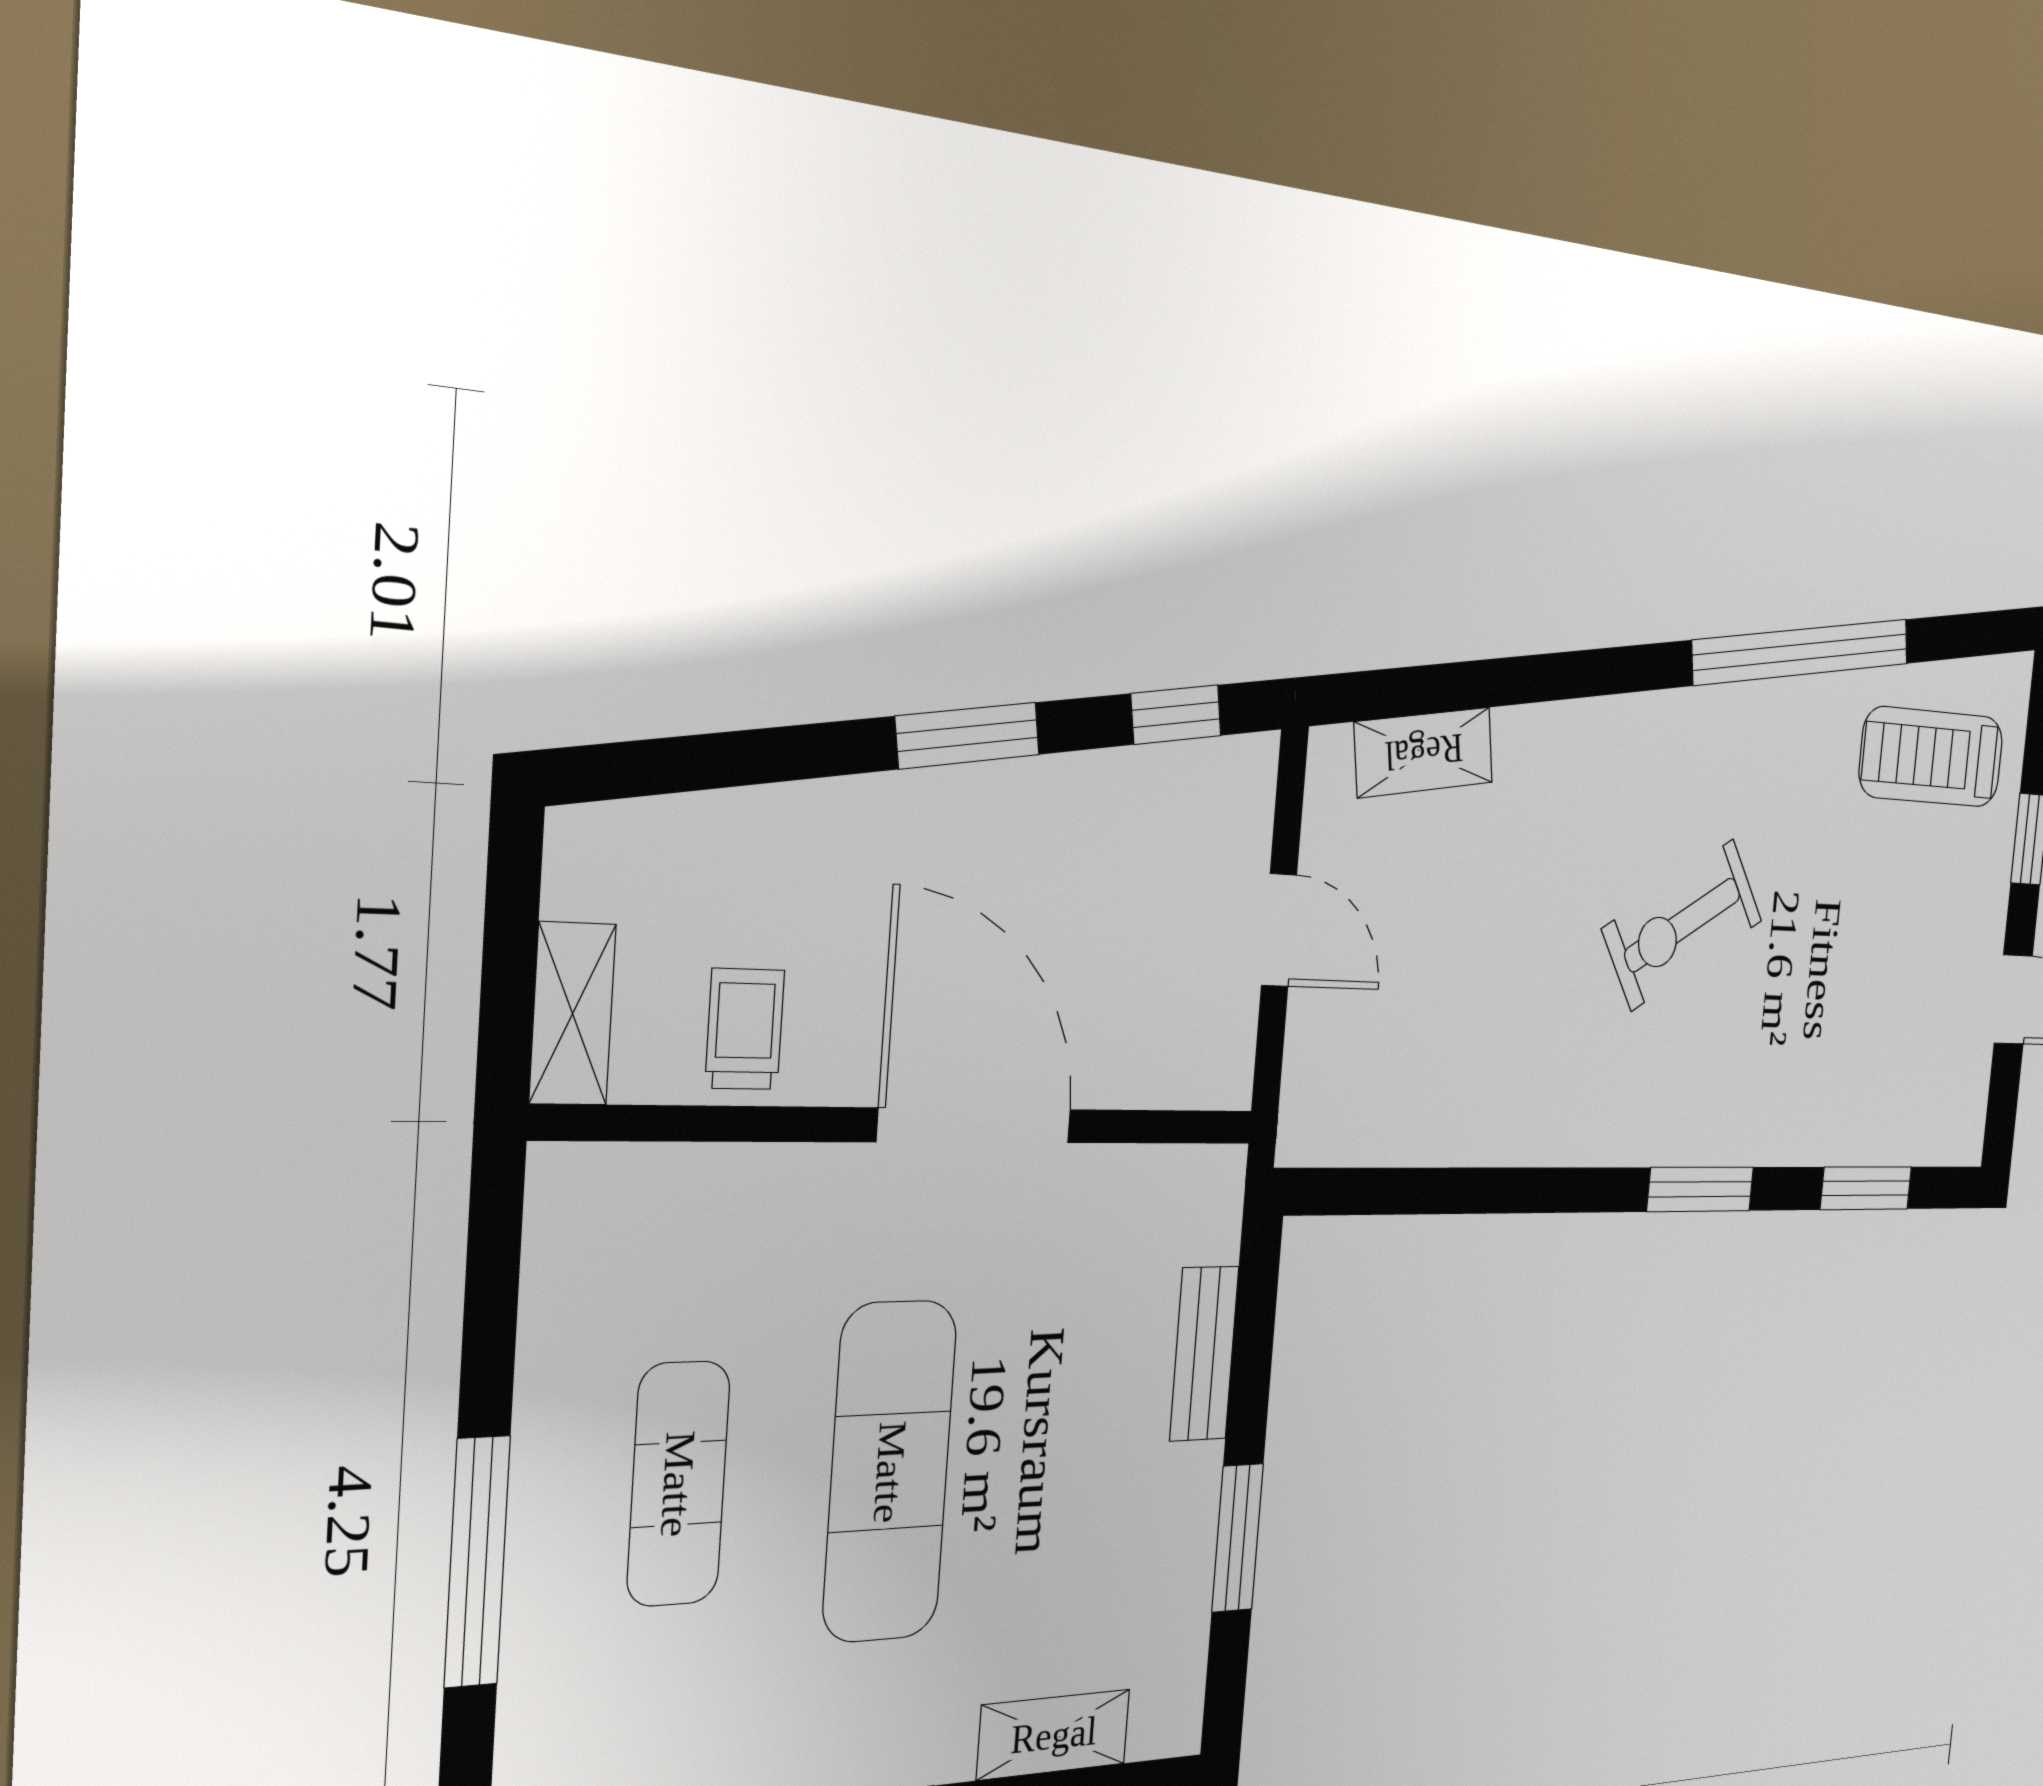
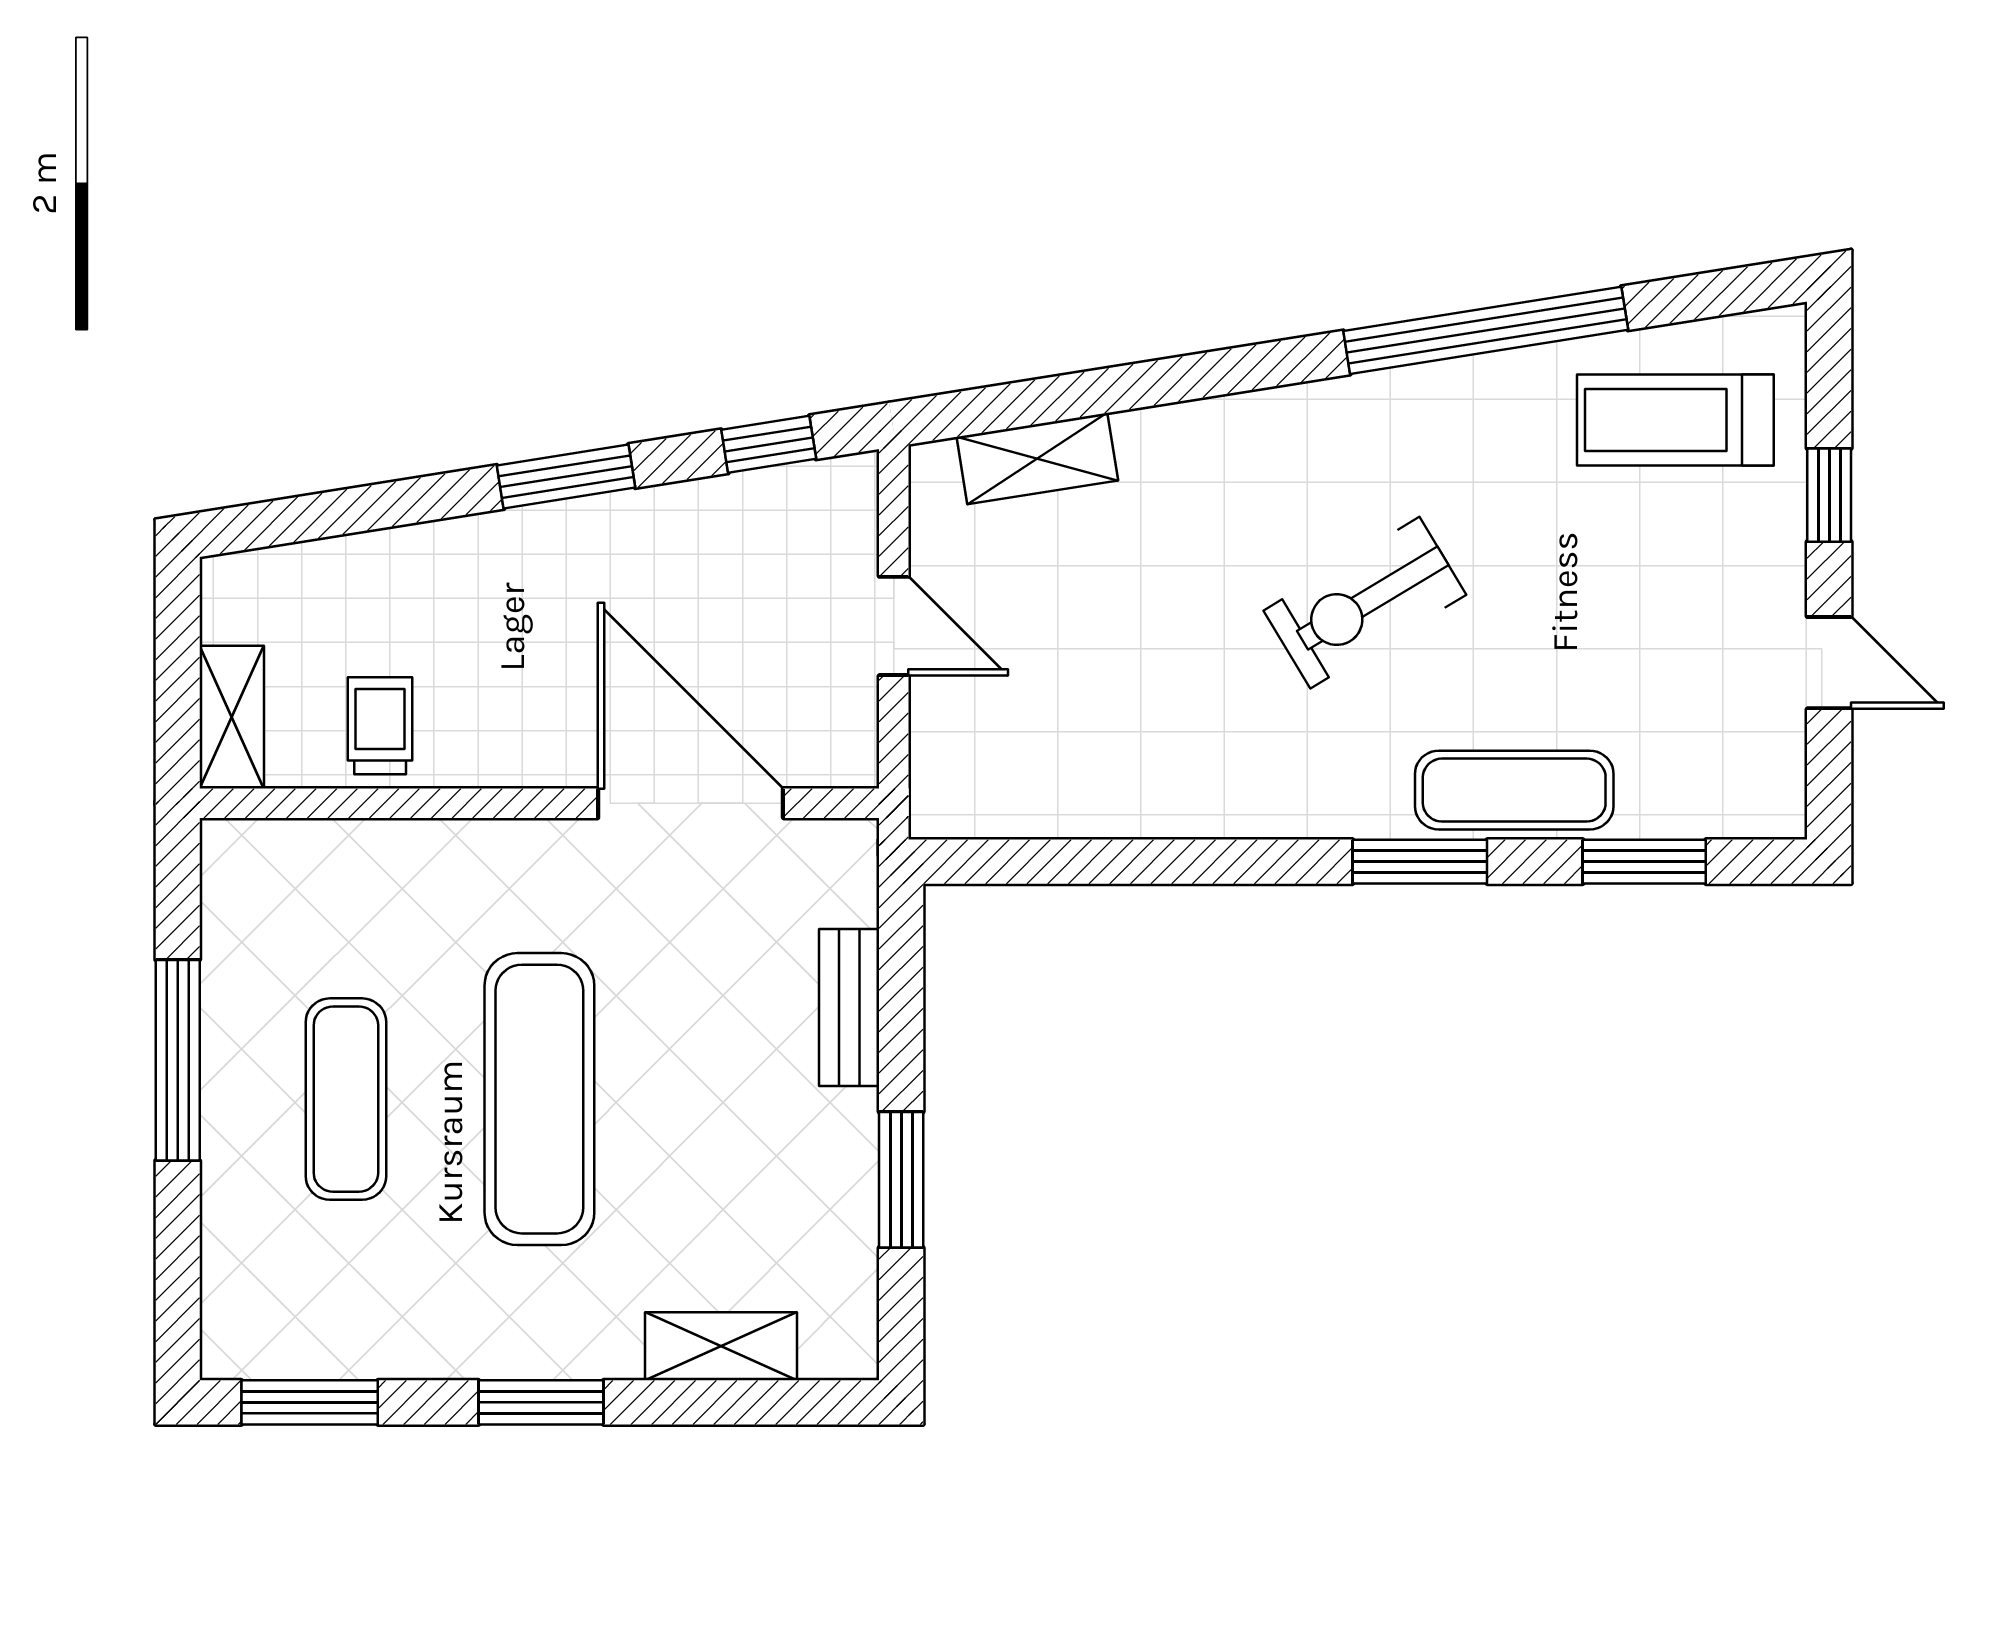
exercise mat: (1778, 1118) -> (1514, 790), added
door: (975, 1126) -> (691, 803), moved
window: (477, 1562) -> (178, 1060), moved

